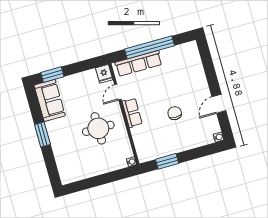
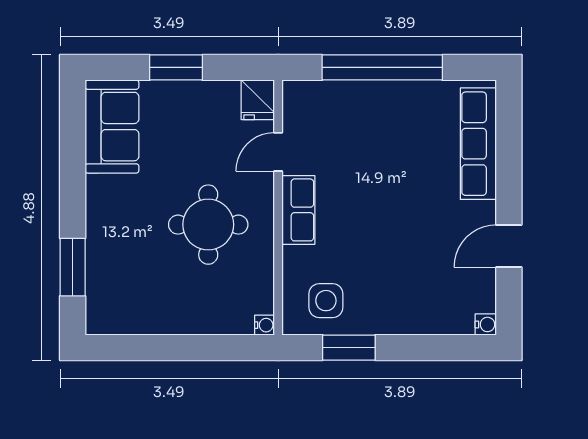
row of seats: (139, 63) -> (478, 144), moved, turned 90
window: (52, 75) -> (176, 67), moved
chair: (175, 113) -> (398, 239), removed
window: (42, 135) -> (73, 267), moved
side table: (153, 145) -> (326, 301), added

